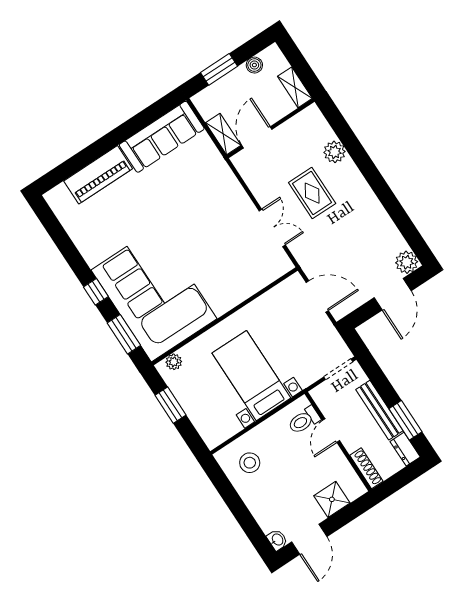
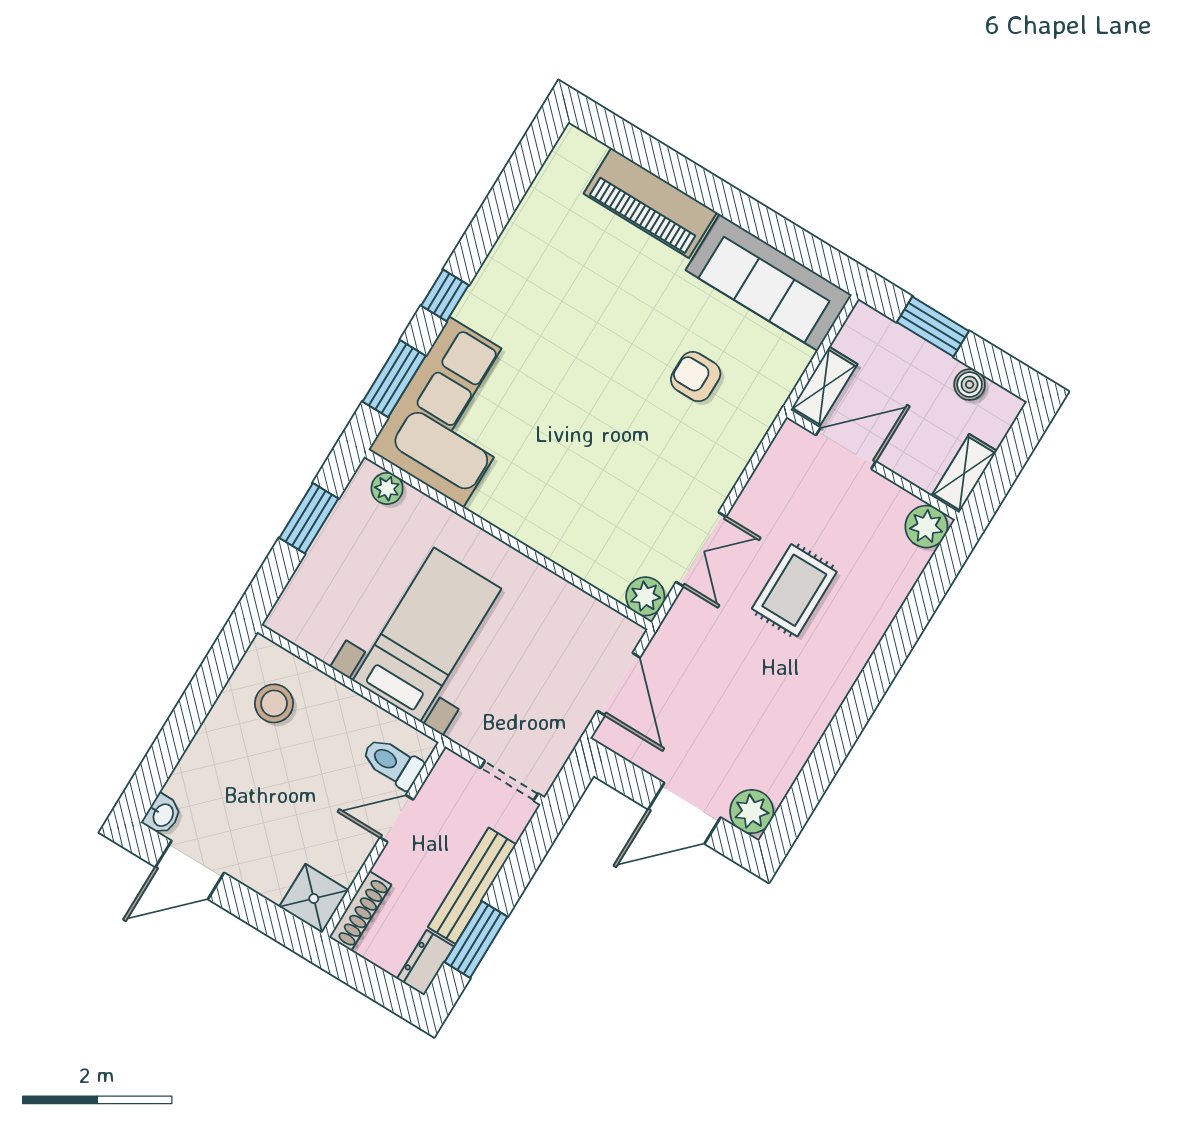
plant: (334, 152) -> (926, 527), moved
armchair: (190, 192) -> (696, 377), added
plant: (282, 264) -> (645, 596), added
corner sofa: (154, 294) -> (456, 412), width x0.73, depth x0.74
shower: (332, 499) -> (314, 898), moved

